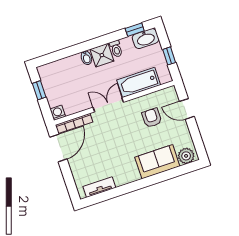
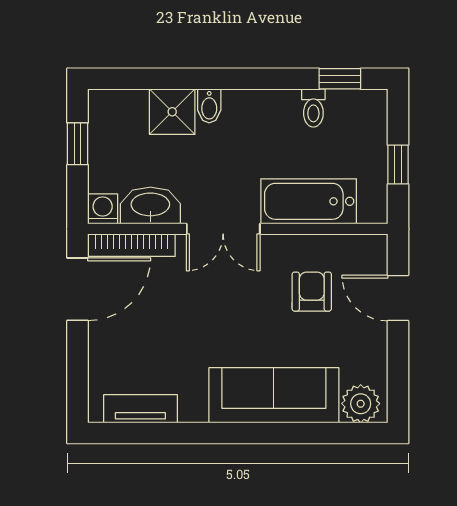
washbasin: (146, 39) -> (150, 206), moved, turned 180
toilet: (116, 49) -> (313, 108), moved
shower: (102, 55) -> (172, 112), moved
double door: (108, 105) -> (223, 229), swing flipped
sofa: (157, 162) -> (274, 395), width x1.36

